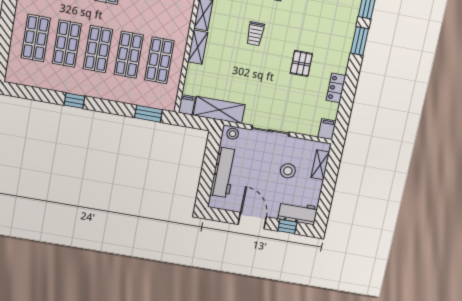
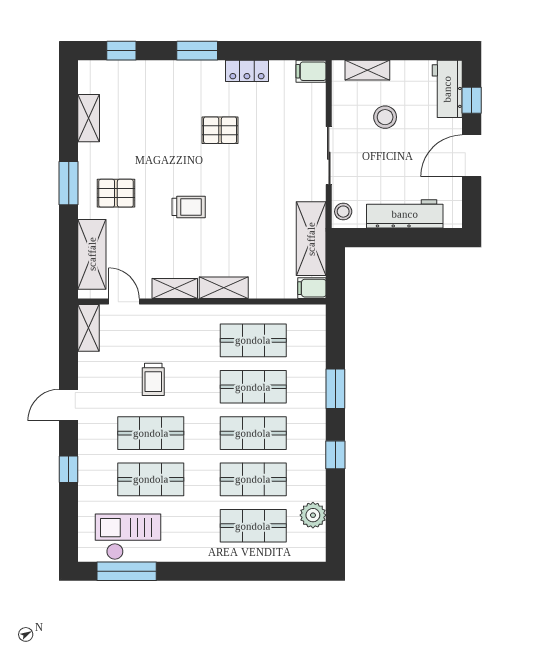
window: (359, 41) -> (197, 51), moved
plant: (37, 79) -> (313, 515), added
window: (148, 114) -> (335, 389), moved

